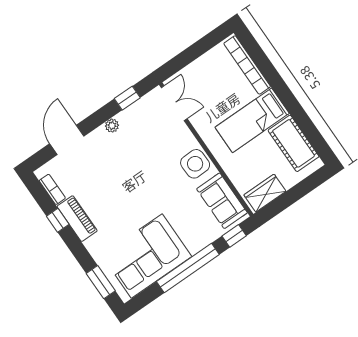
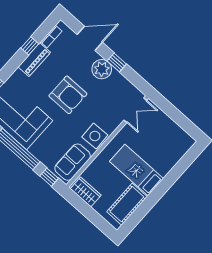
bookcase: (247, 65) -> (176, 157), removed
window: (127, 98) -> (117, 63), moved
plant: (112, 126) -> (102, 69), width x1.88, depth x1.88
armchair: (133, 186) -> (68, 95), added

